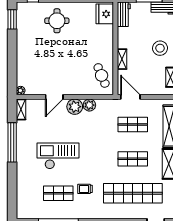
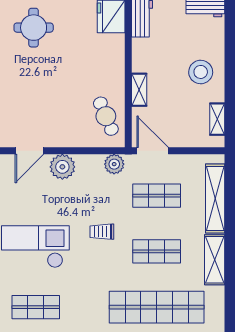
plant: (89, 105) -> (114, 164), moved
trolley: (85, 189) -> (102, 232), moved

